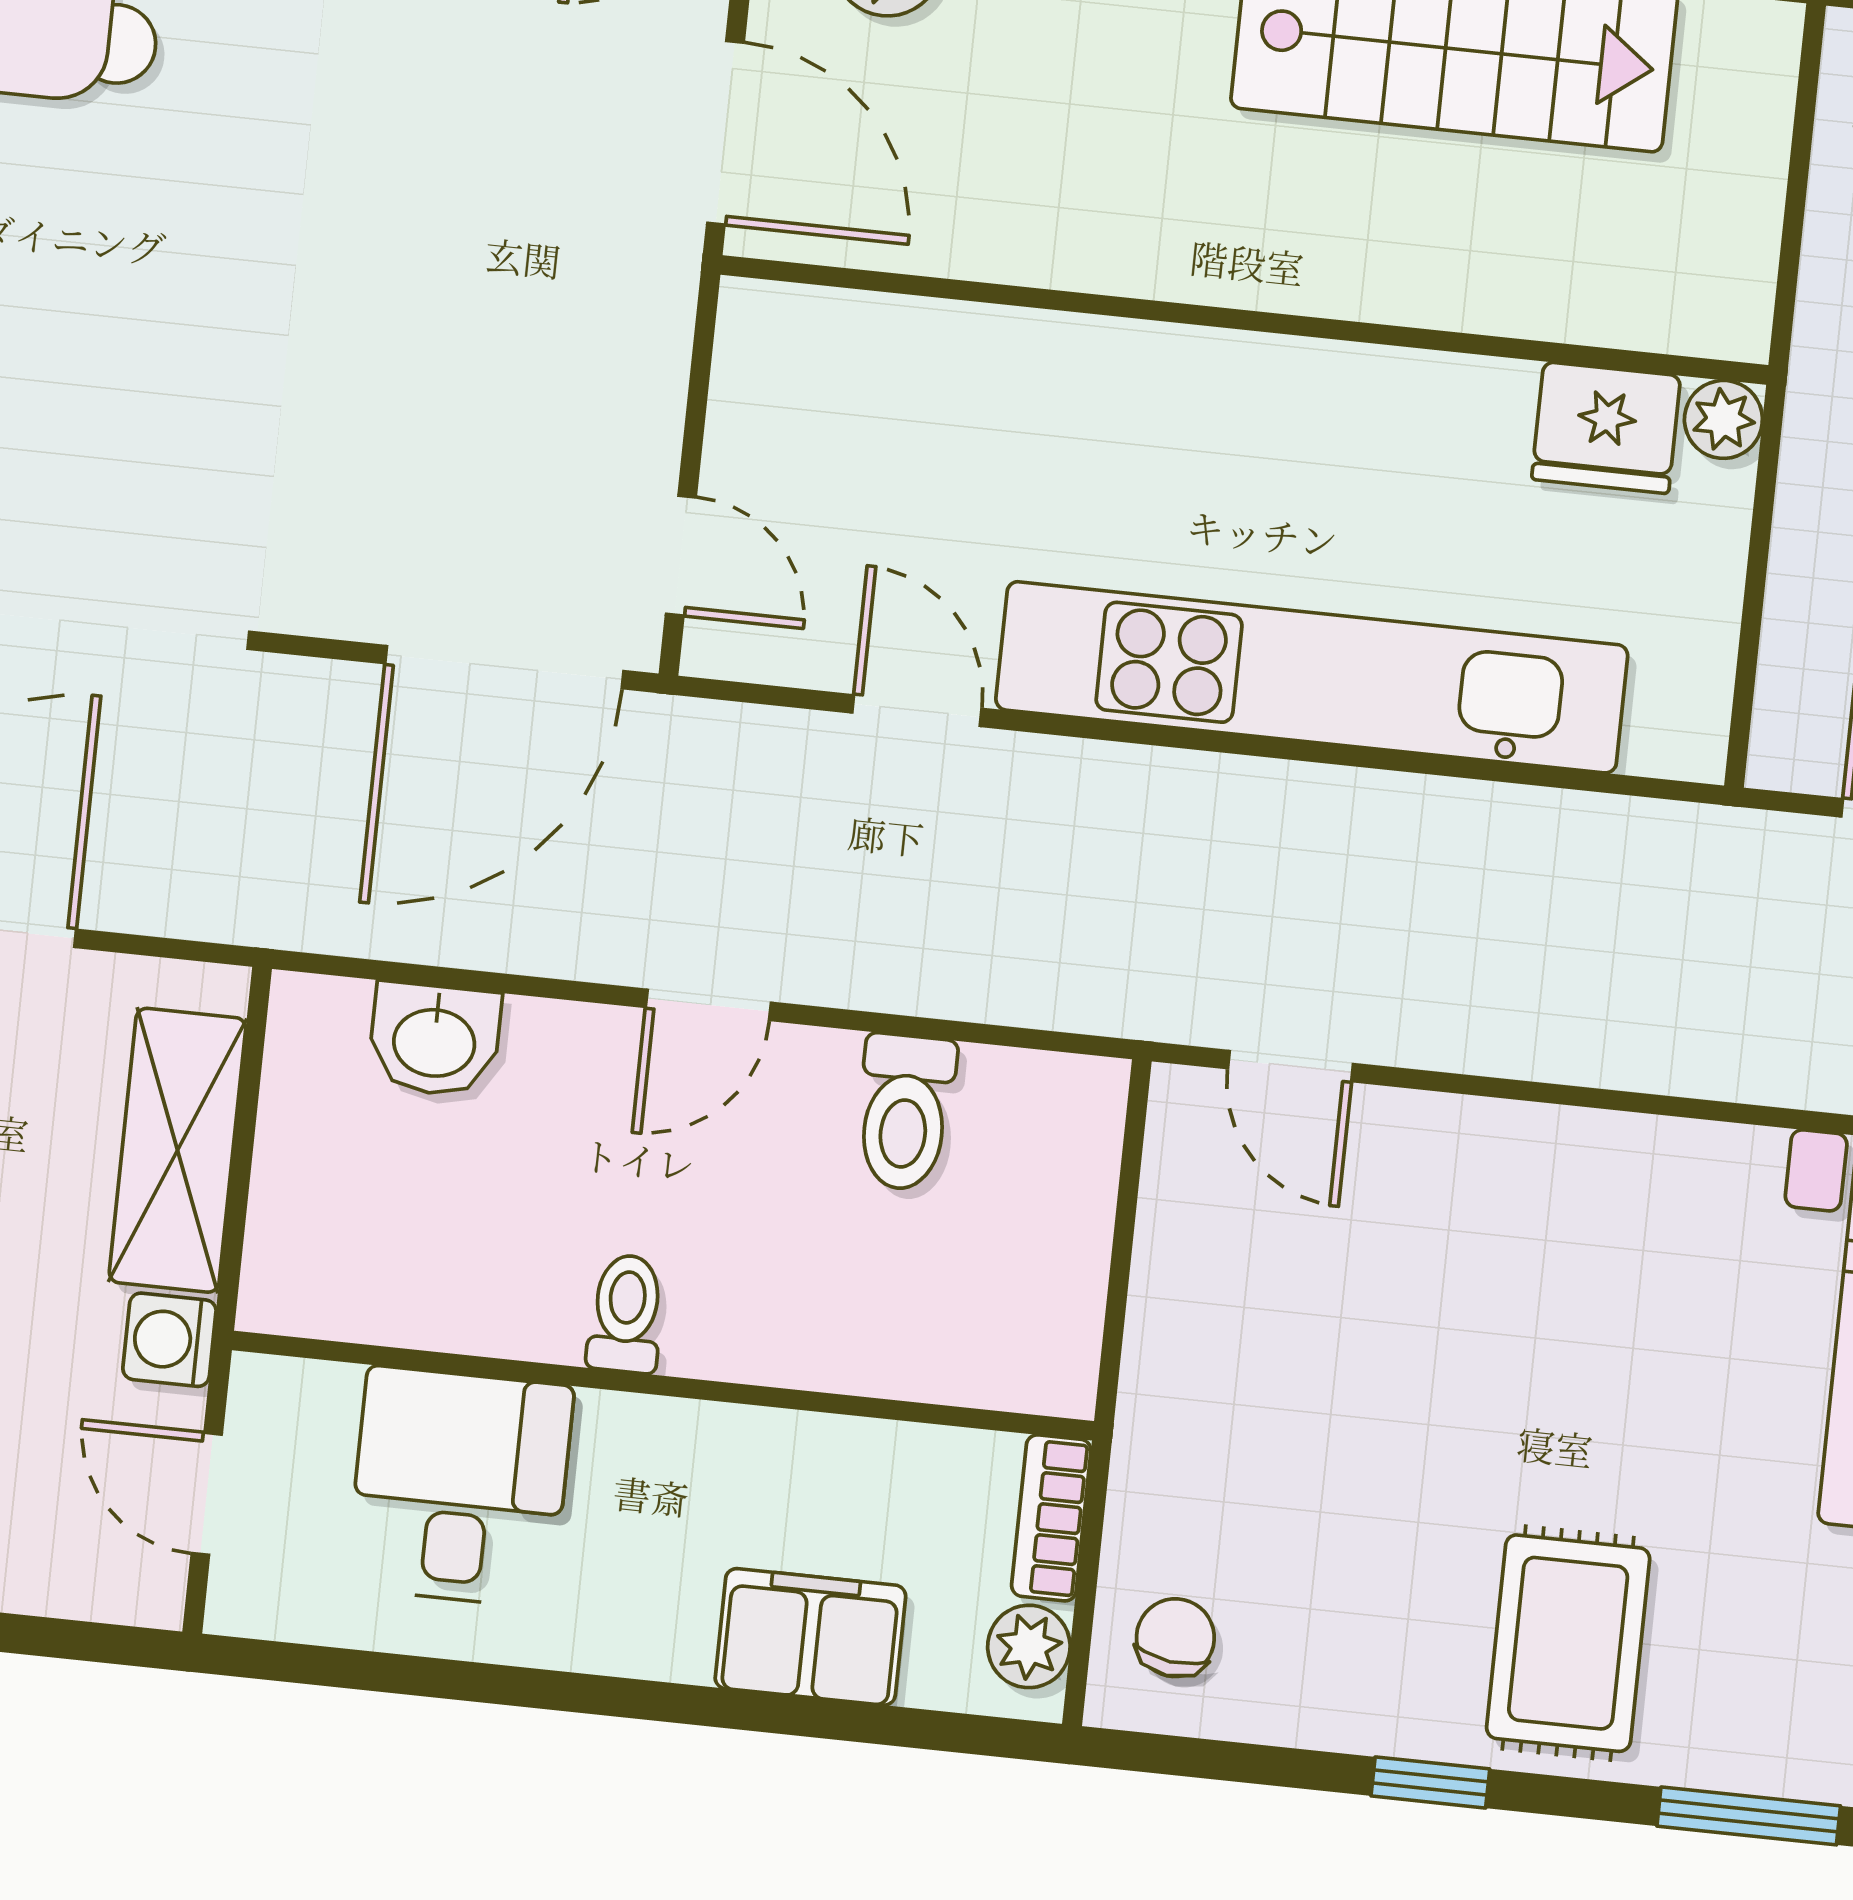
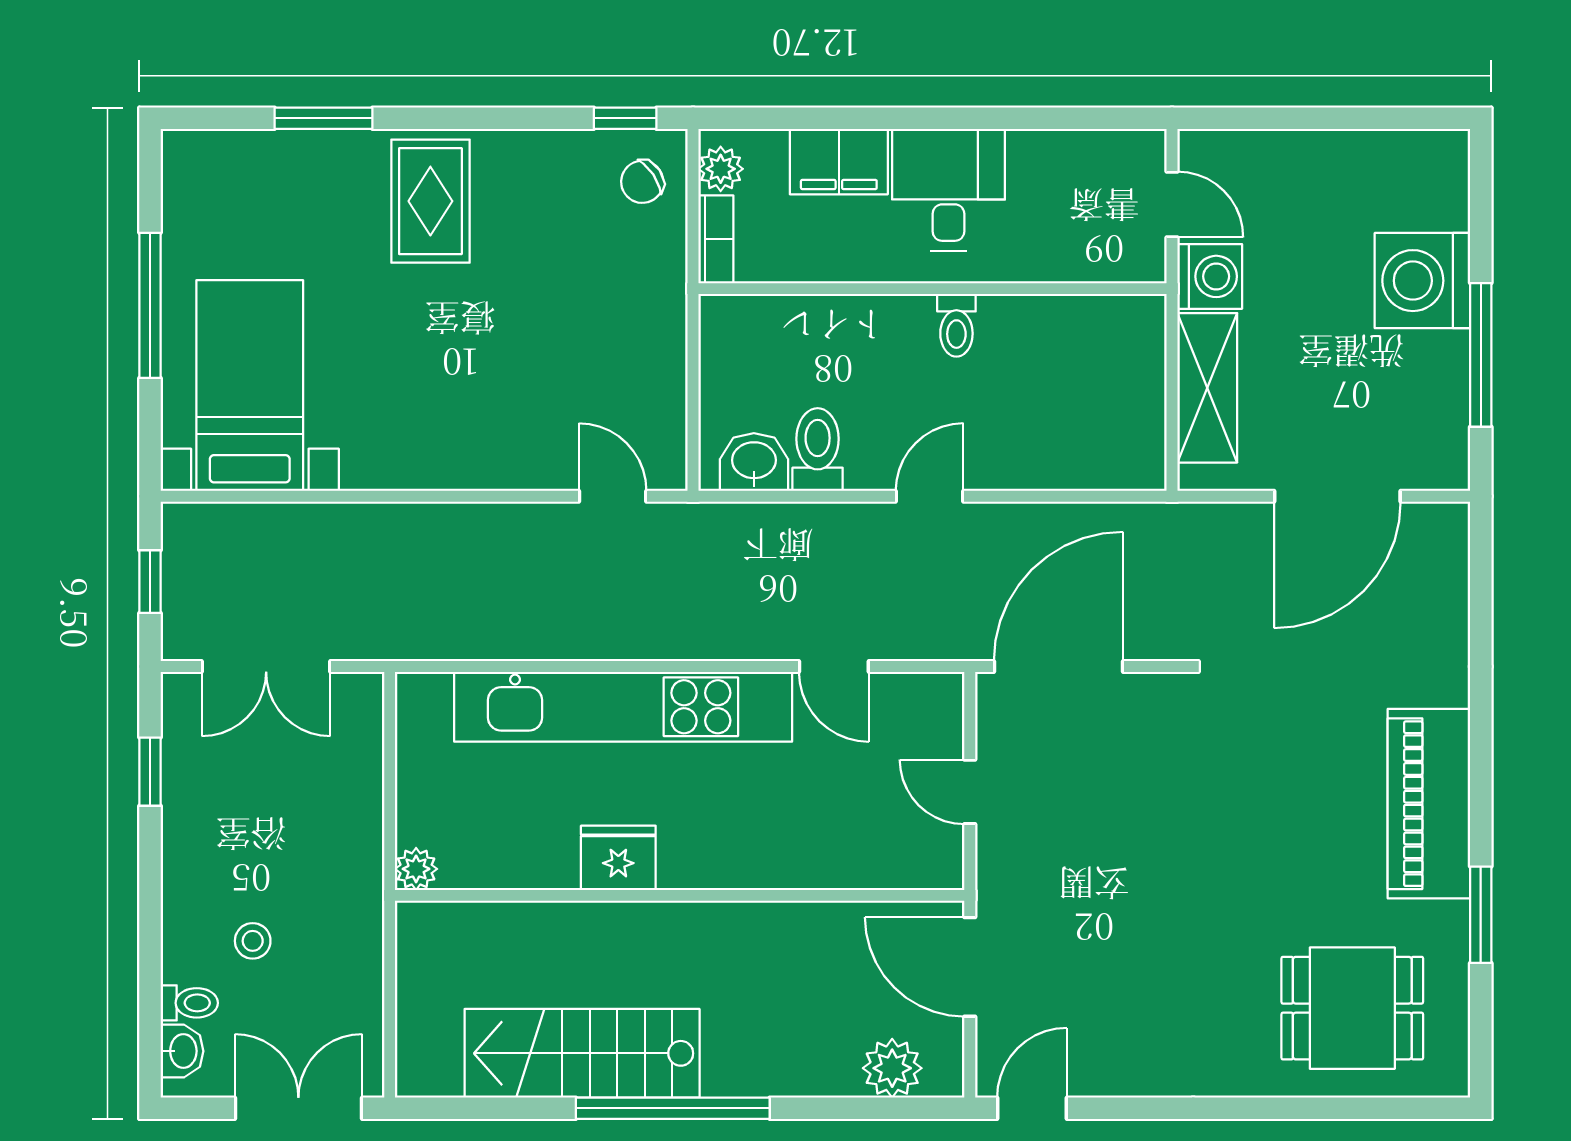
fridge: (1606, 428) -> (618, 858), moved
door: (681, 556) -> (970, 792), moved
washbasin: (434, 1040) -> (754, 462), moved
washing machine: (169, 1340) -> (1210, 276), width x1.38, depth x1.38
desk: (460, 1487) -> (948, 190), moved, turned 180
chair: (1175, 1638) -> (642, 182), turned 49
window: (1430, 1782) -> (625, 118), moved

